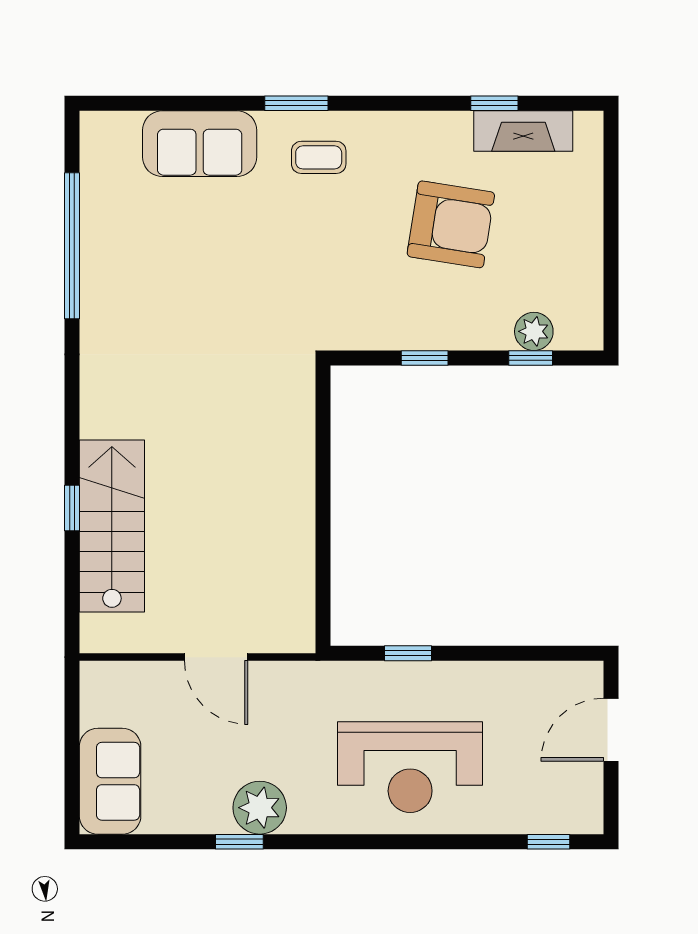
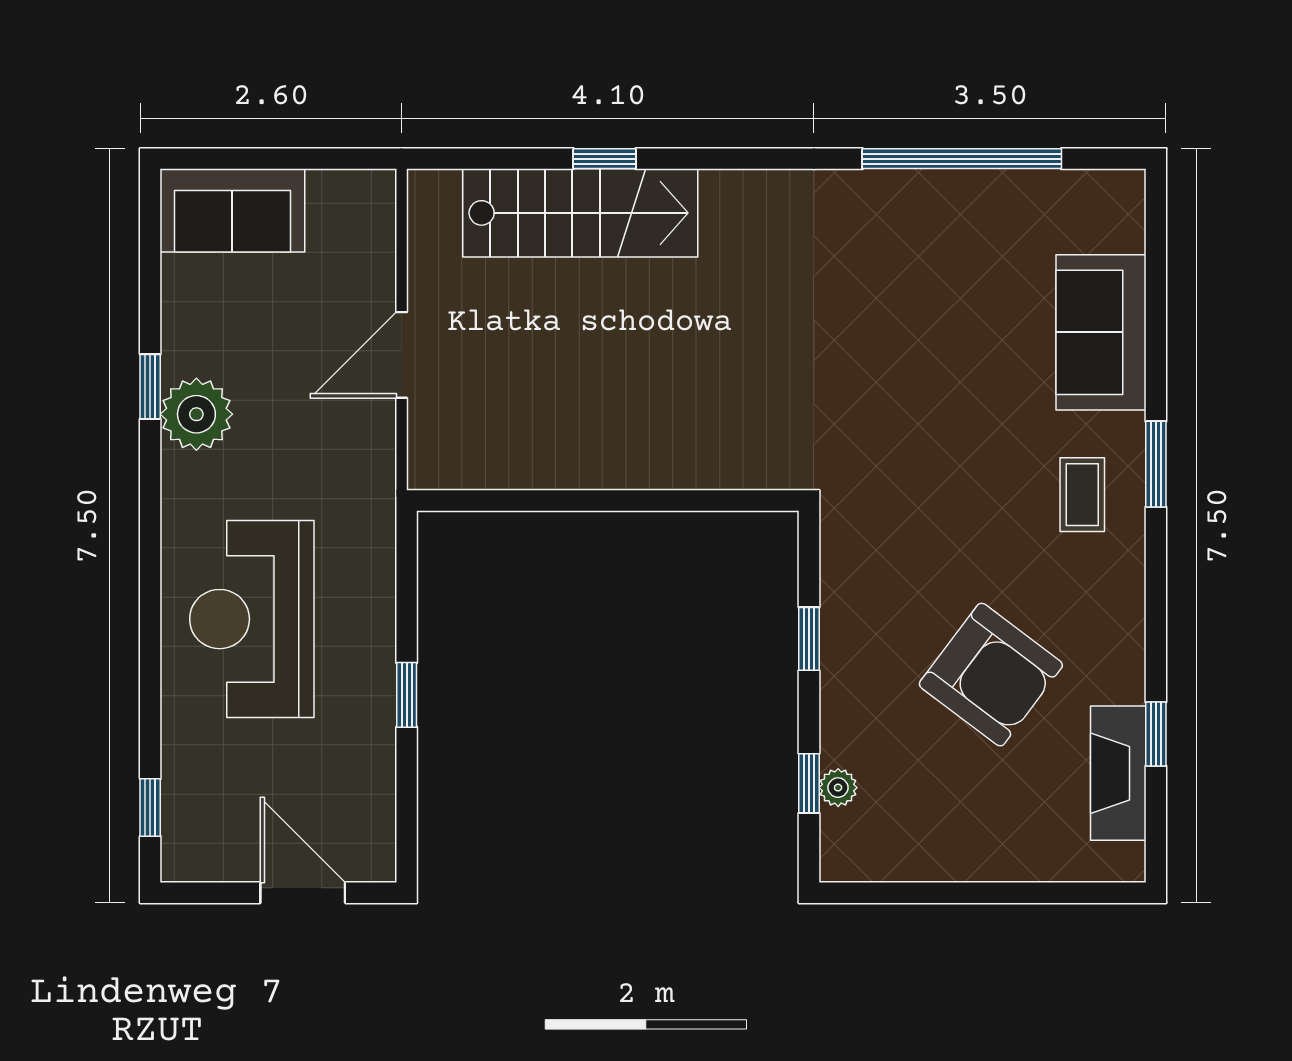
armchair: (451, 224) -> (991, 675), turned -62
plant: (534, 331) -> (838, 788), width x0.73, depth x0.73
window: (408, 653) -> (407, 695), moved

